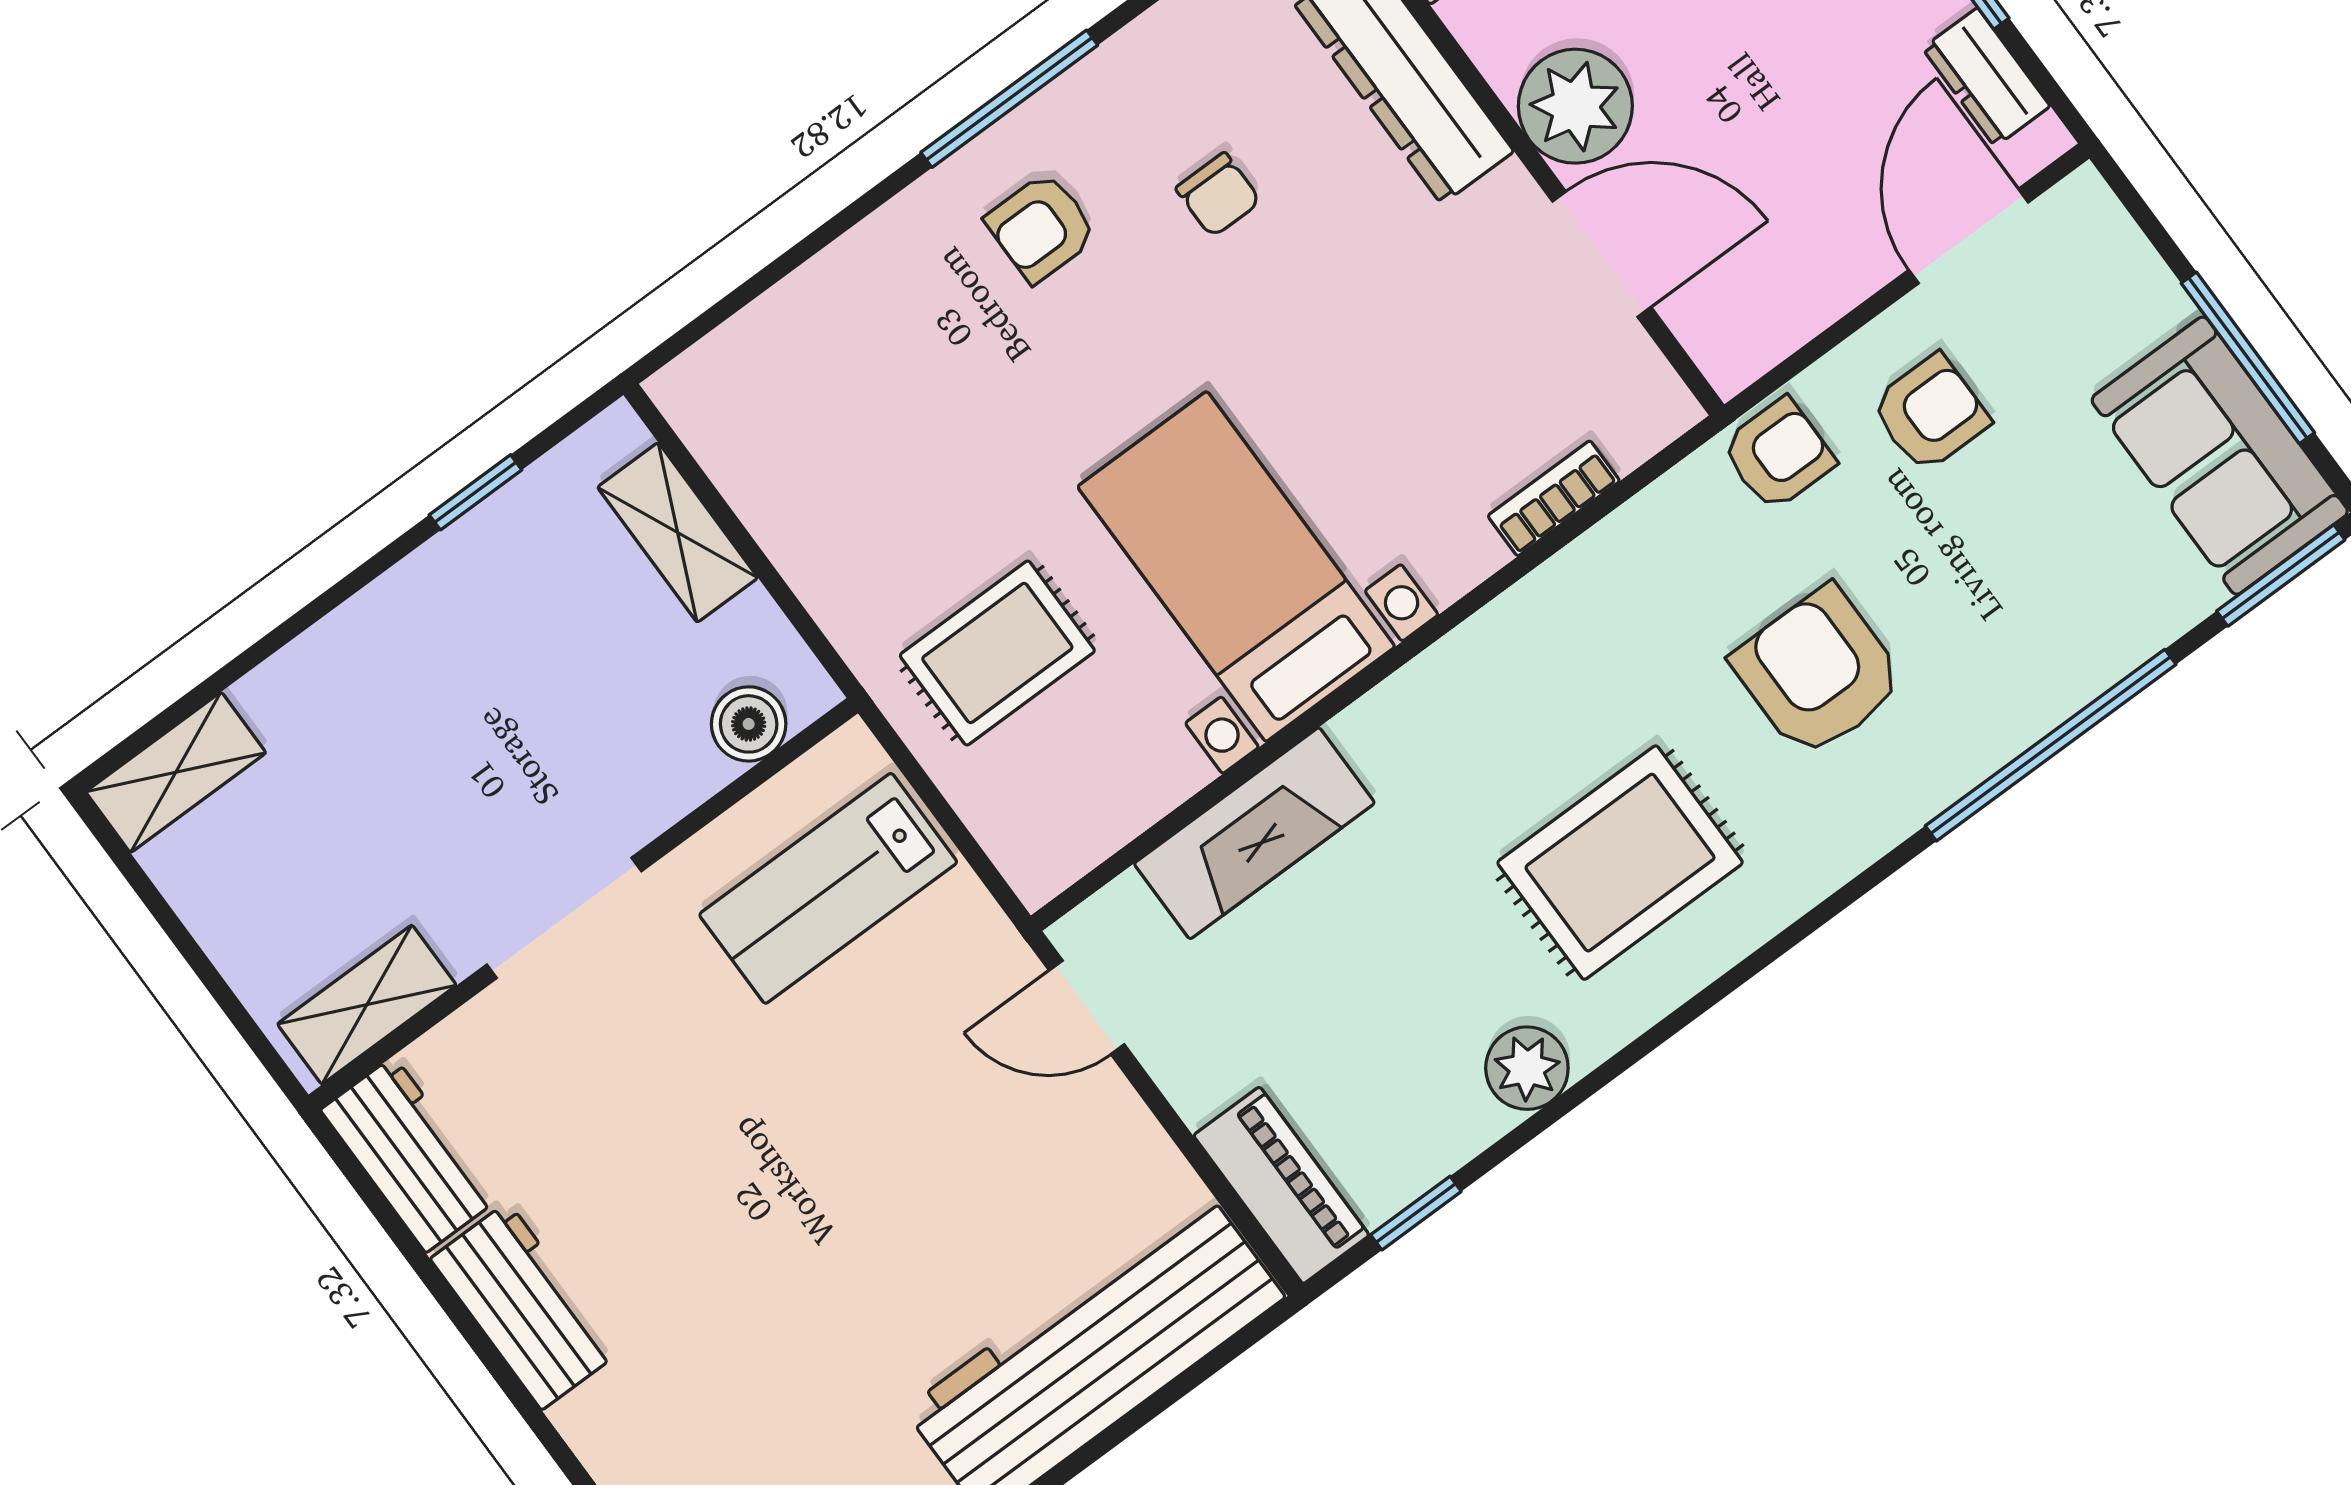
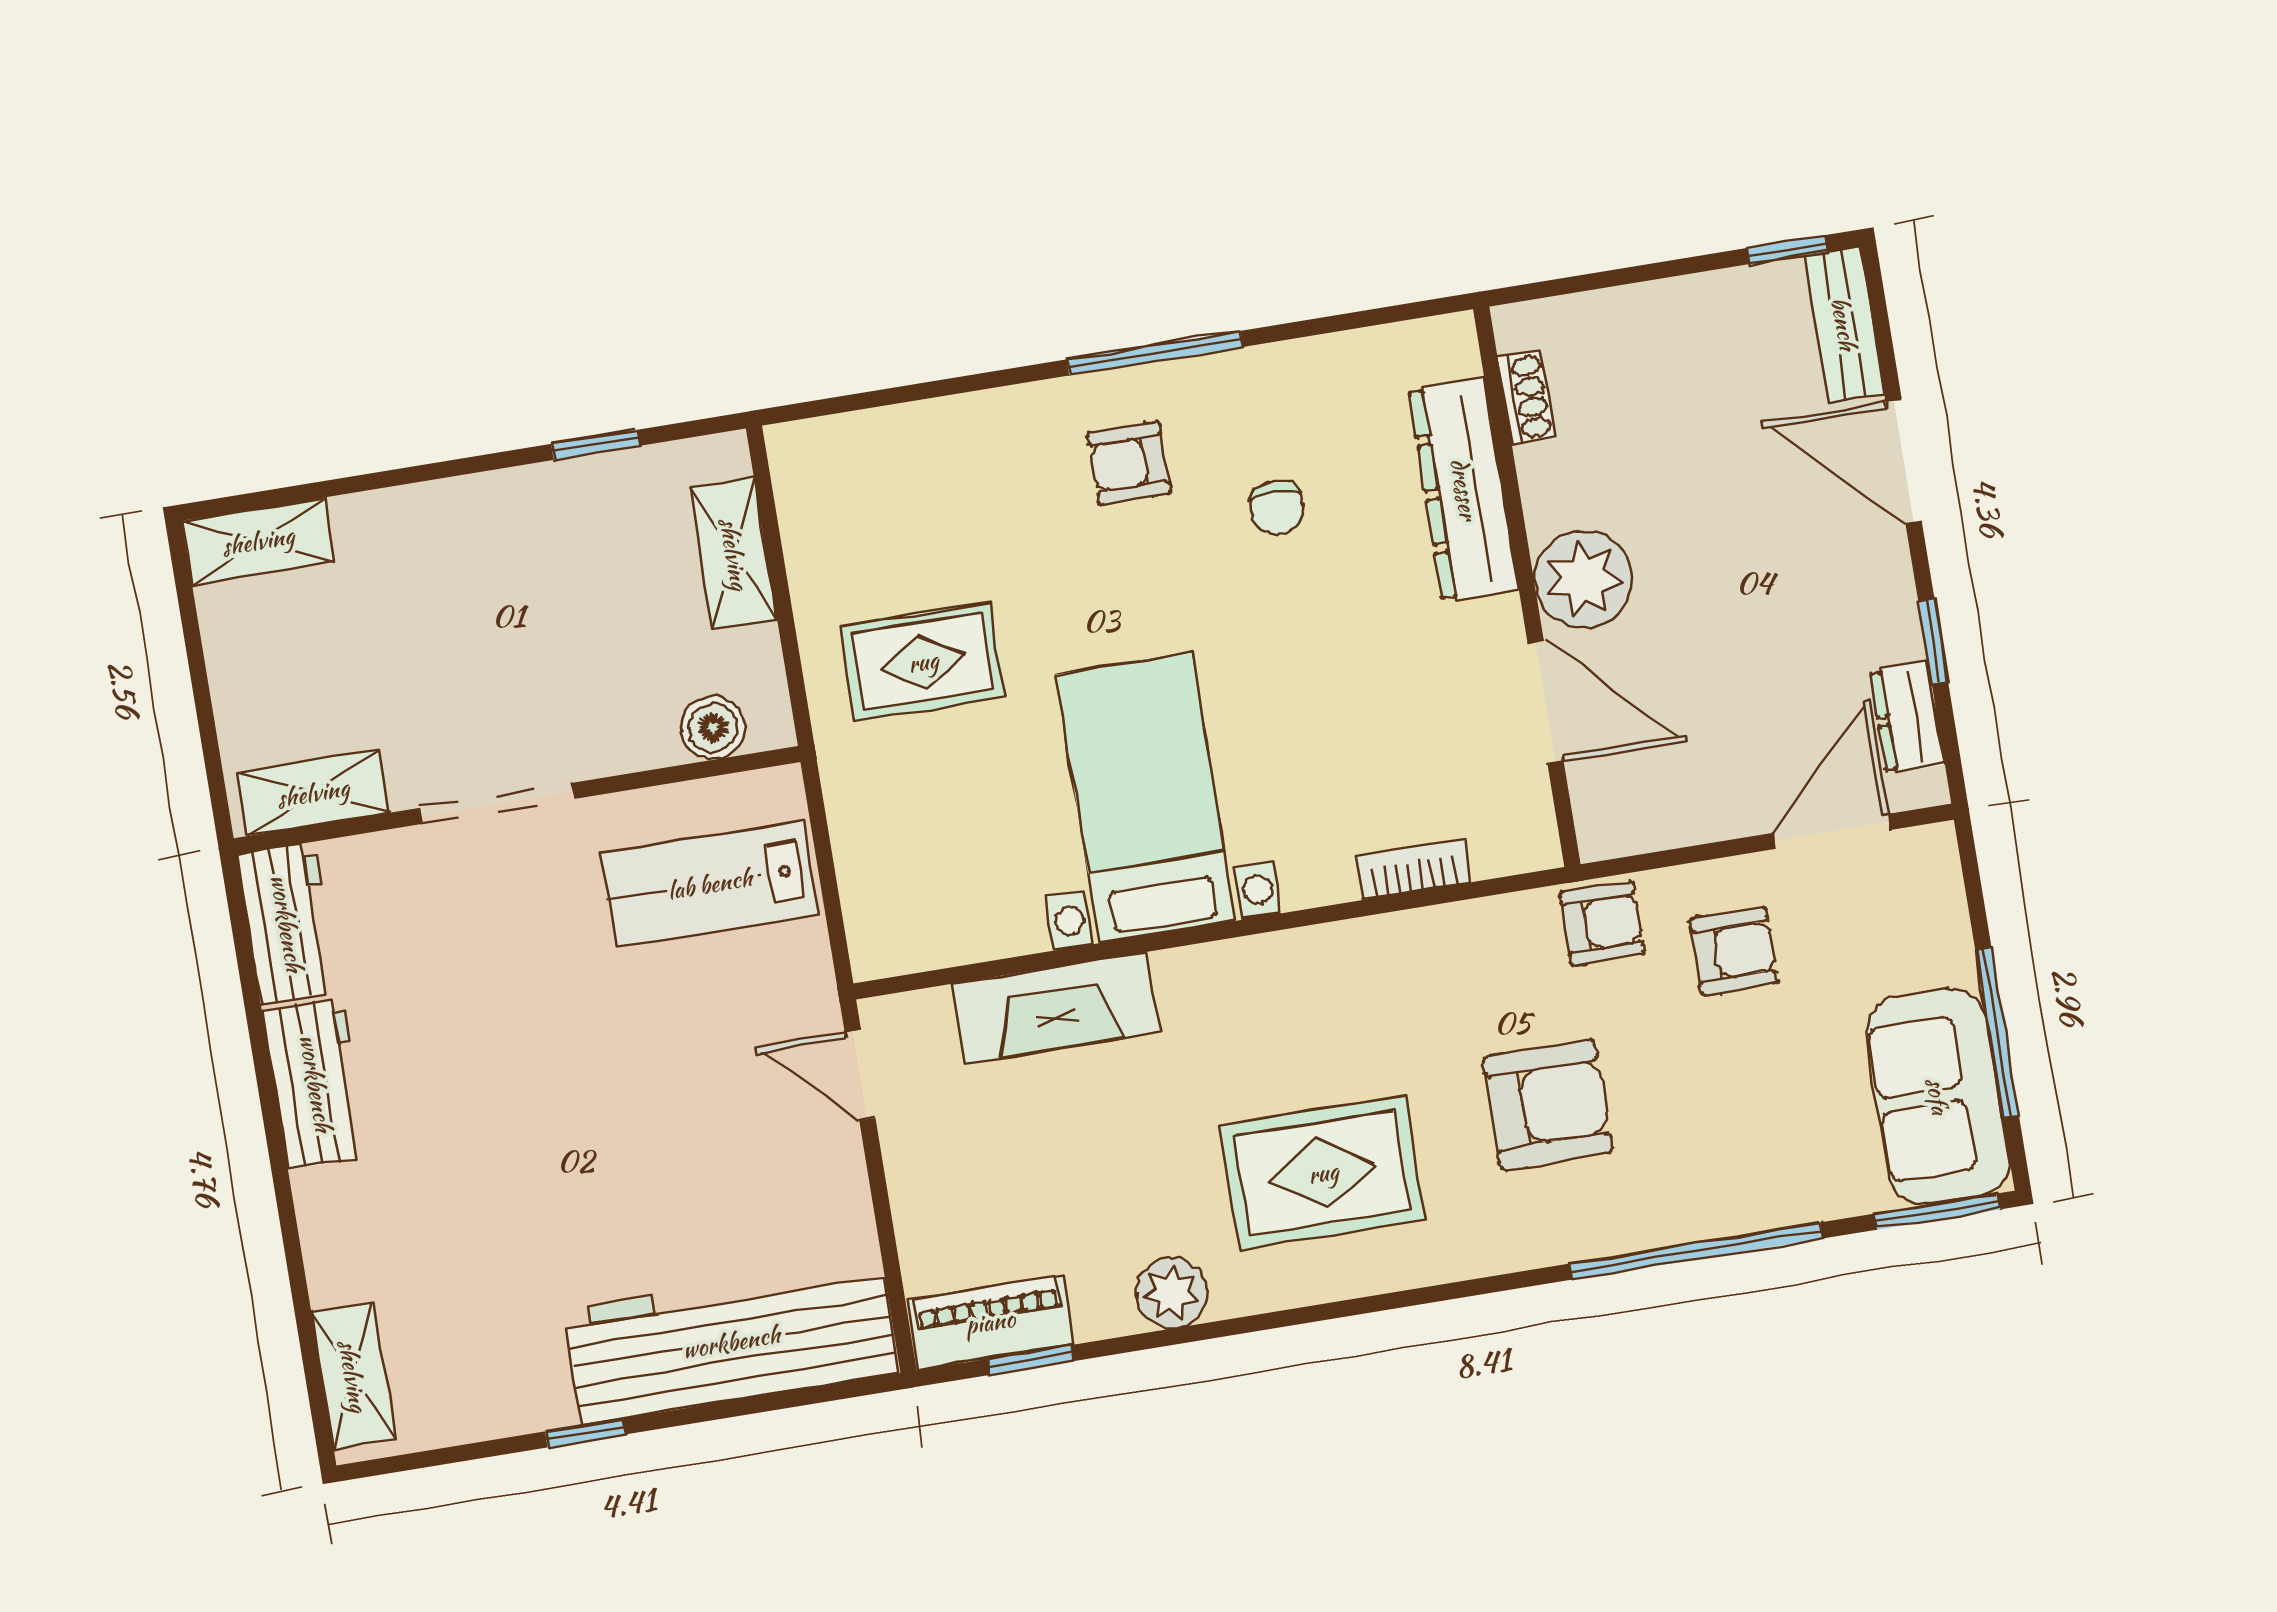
rug: (997, 653) -> (923, 662), moved
armchair: (1818, 672) -> (1548, 1105), turned 90
piano: (1281, 1185) -> (990, 1322), moved, turned -90

